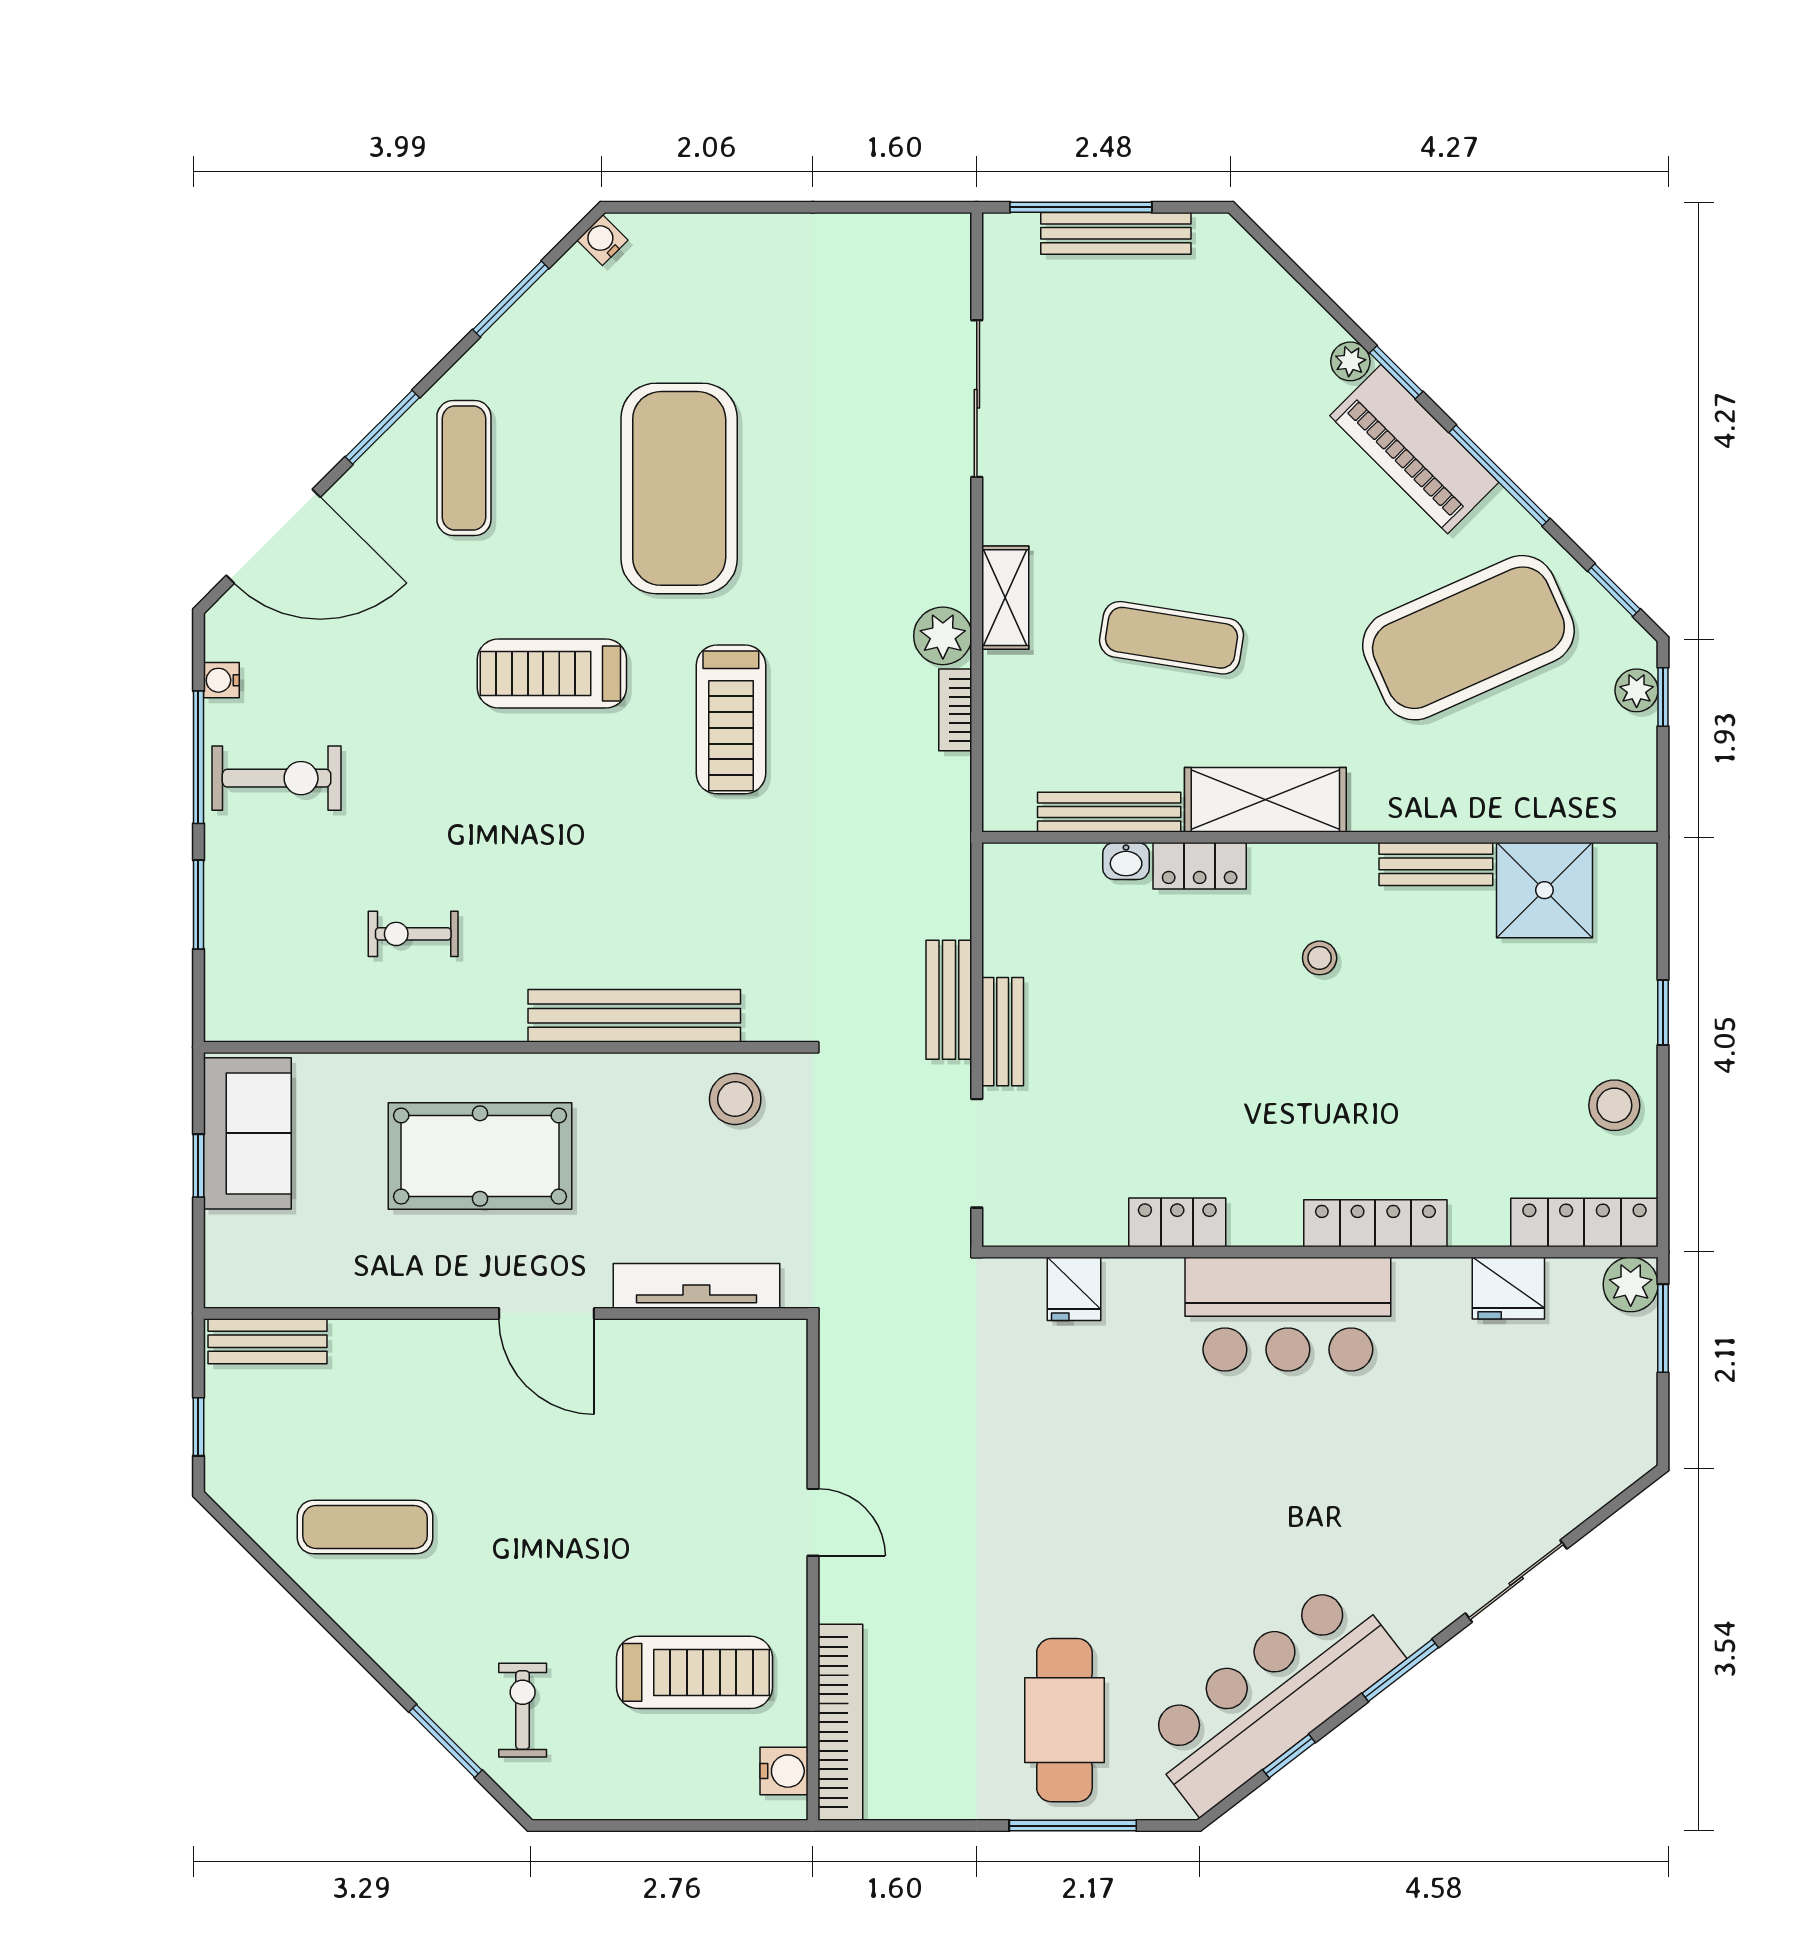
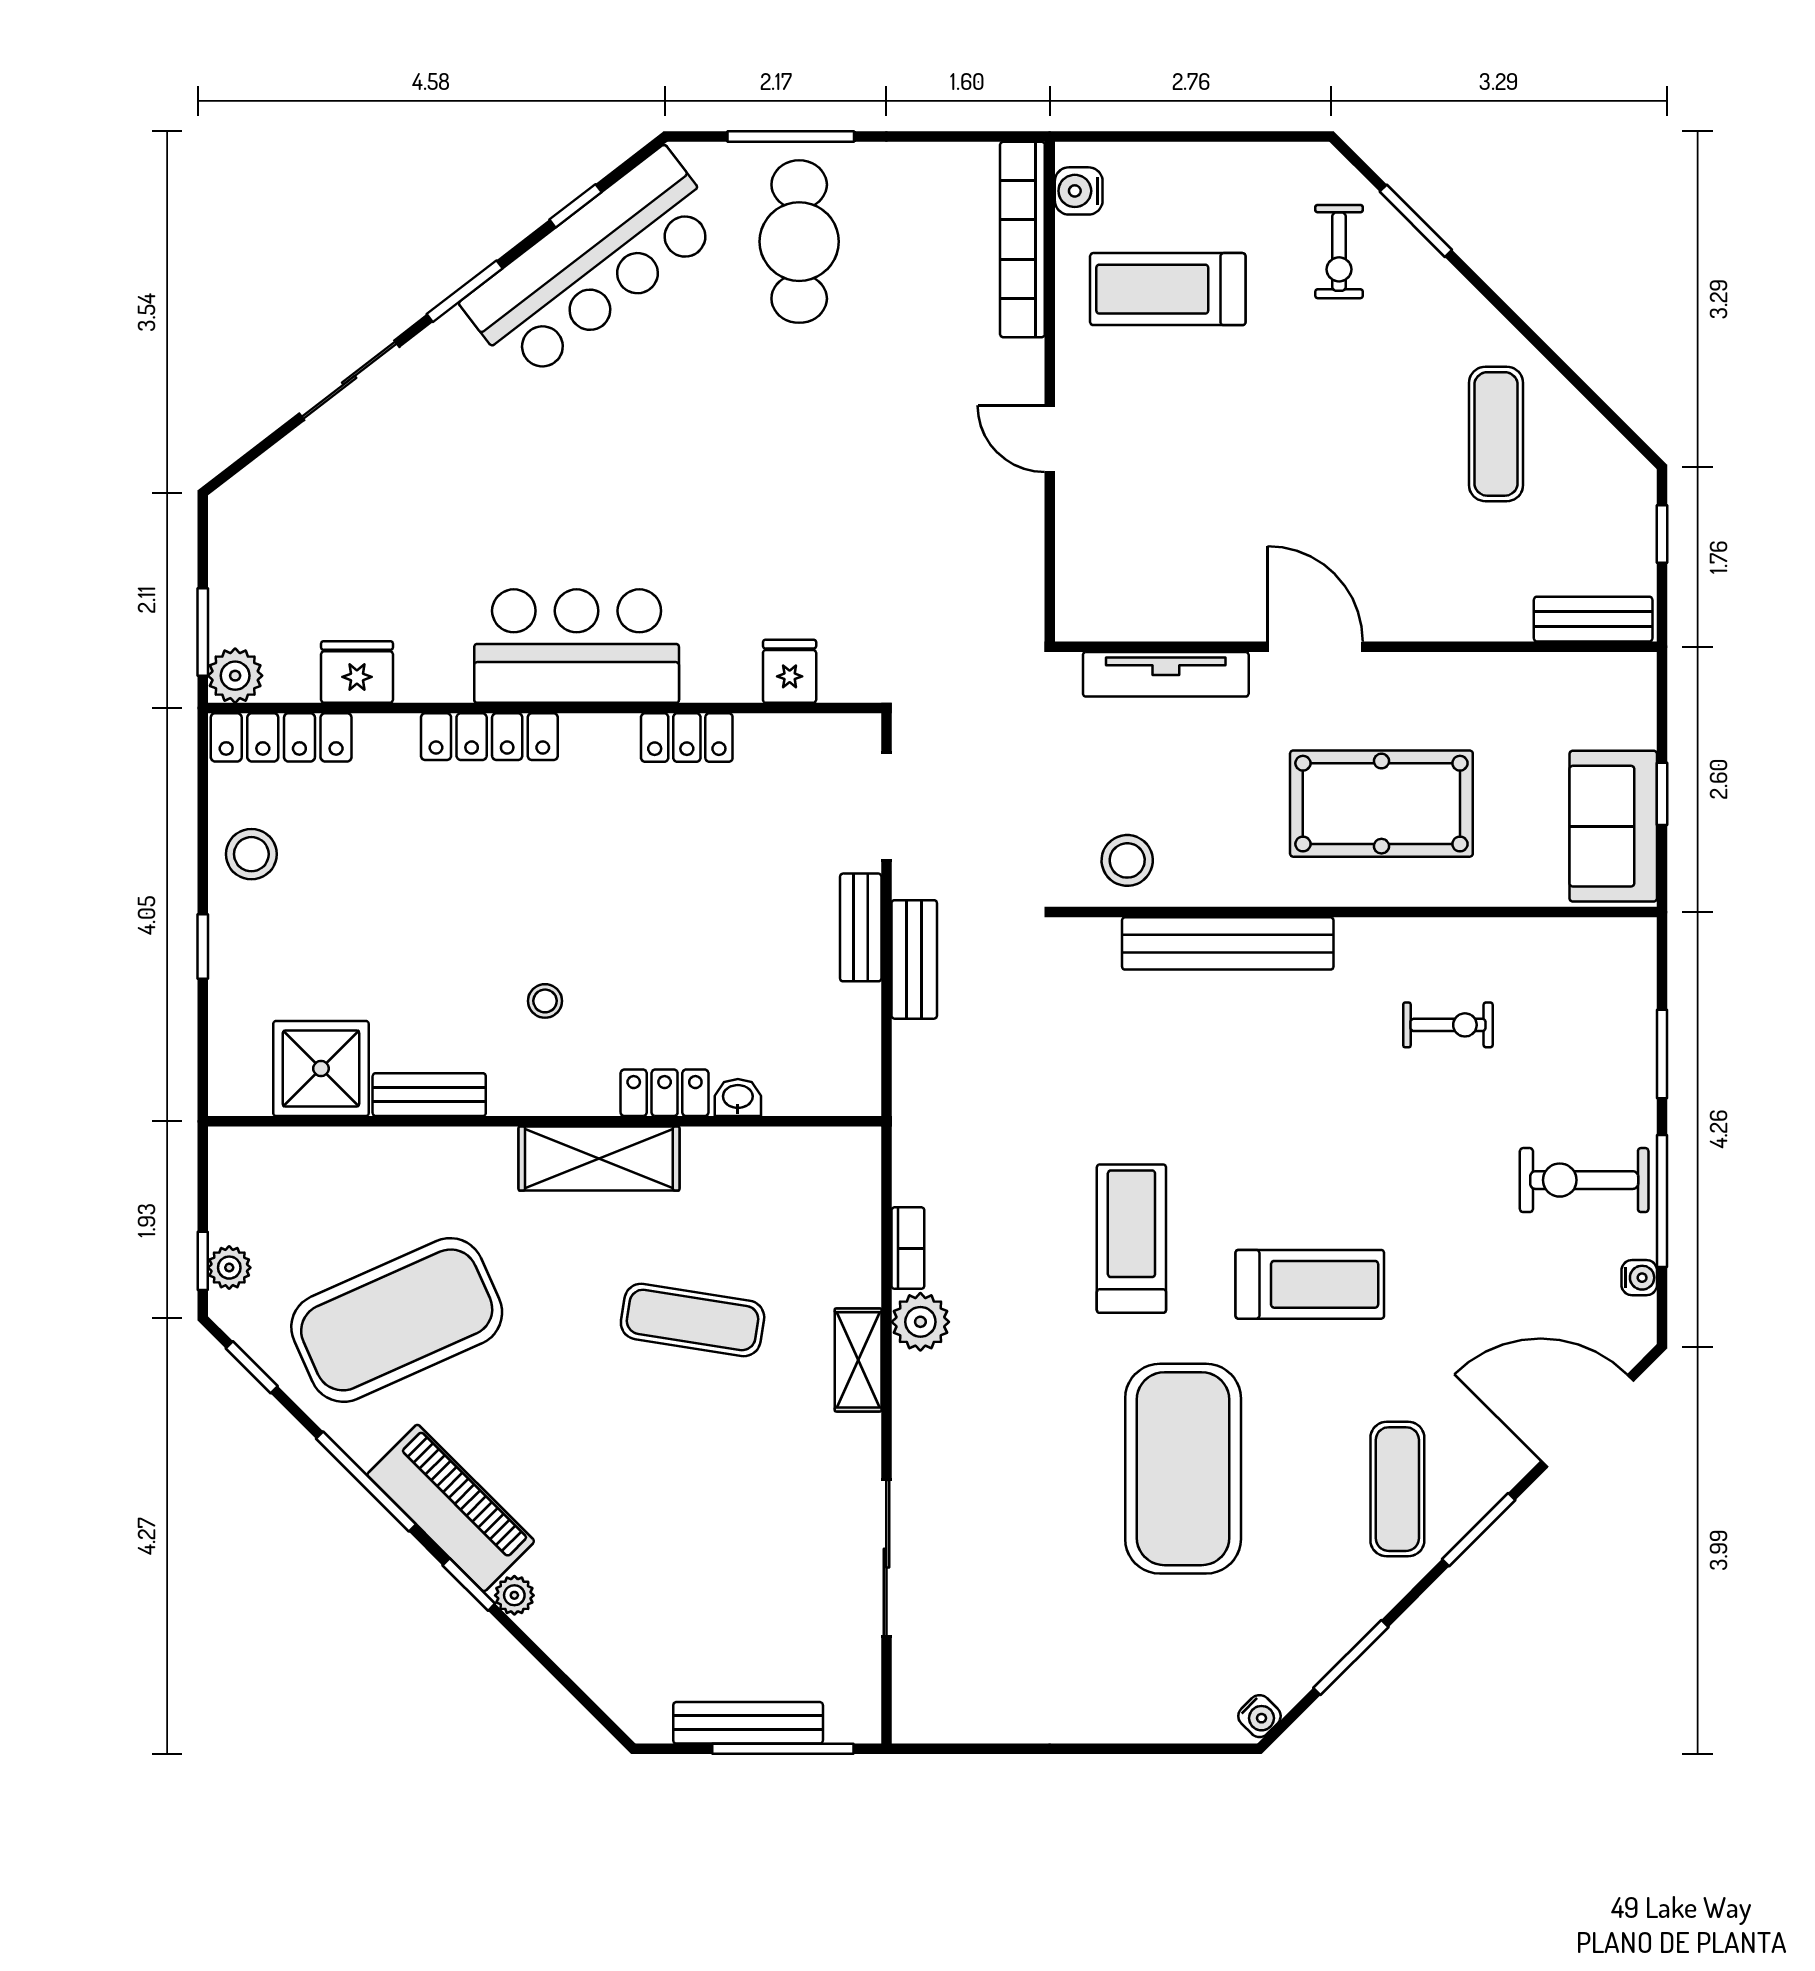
bench: (1109, 812) -> (755, 1146), removed
exercise mat: (365, 1527) -> (1496, 434), turned 90

